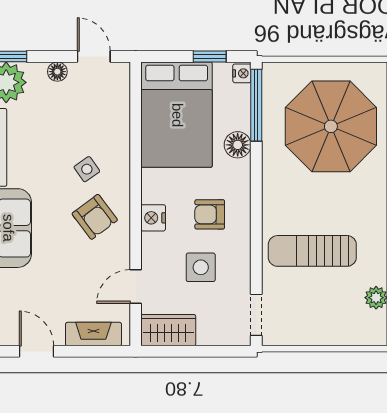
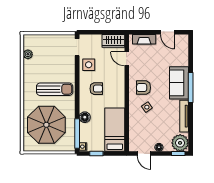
bed: (177, 115) -> (115, 130), width x0.67
armchair: (95, 217) -> (144, 88), turned -53
nightstand: (153, 218) -> (120, 87), removed
sun lounger: (312, 251) -> (55, 89), moved
side table: (201, 267) -> (89, 65), moved
door: (136, 287) -> (127, 59), swing flipped

